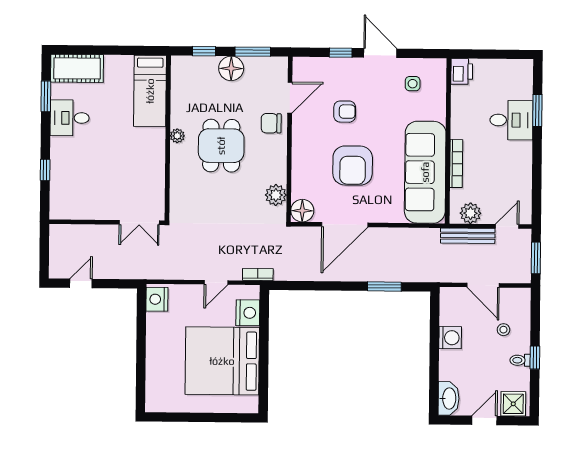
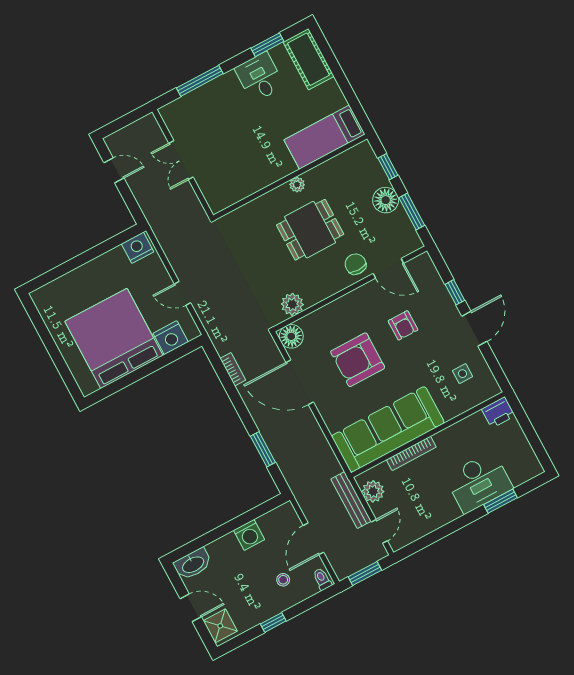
desk: (511, 120) -> (479, 482), width x1.37
window: (45, 170) -> (200, 81), width x2.17
double door: (139, 223) -> (181, 160), moved
door: (507, 226) -> (379, 531), hinge flipped
bookcase: (258, 275) -> (233, 369), moved
toilet: (520, 360) -> (322, 579), moved

